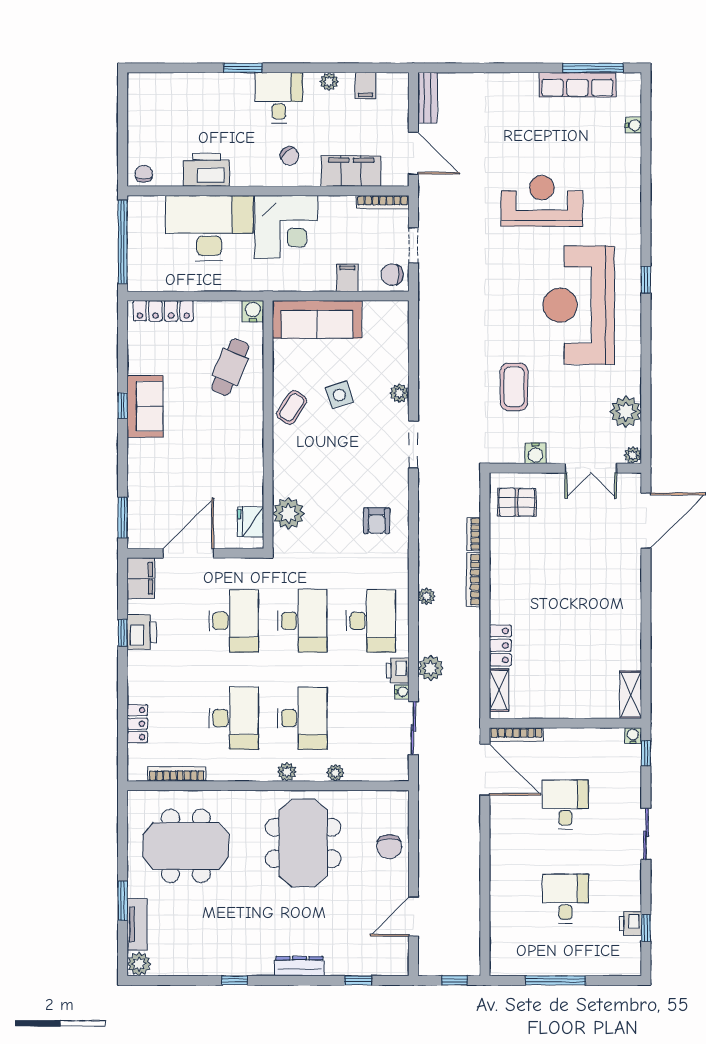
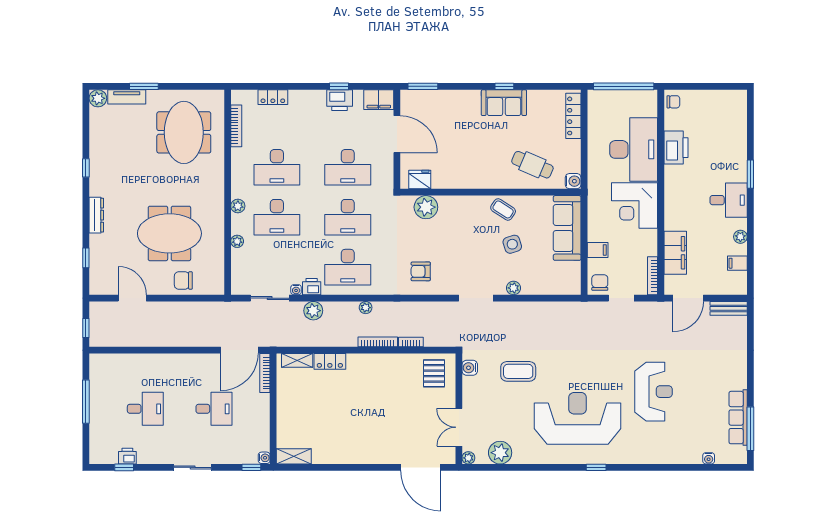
chair: (290, 156) -> (686, 208), removed
water cooler: (535, 453) -> (470, 368), moved
meeting table: (303, 843) -> (169, 233), moved

